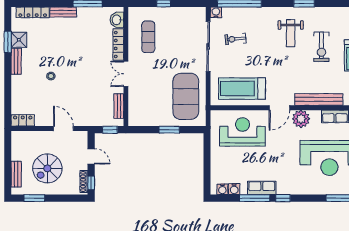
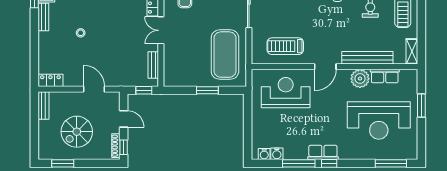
treadmill: (242, 89) -> (285, 46), width x0.73, depth x0.73
plant: (301, 119) -> (360, 79), moved
bench: (16, 174) -> (43, 105), moved
row of seats: (262, 188) -> (323, 152), moved

